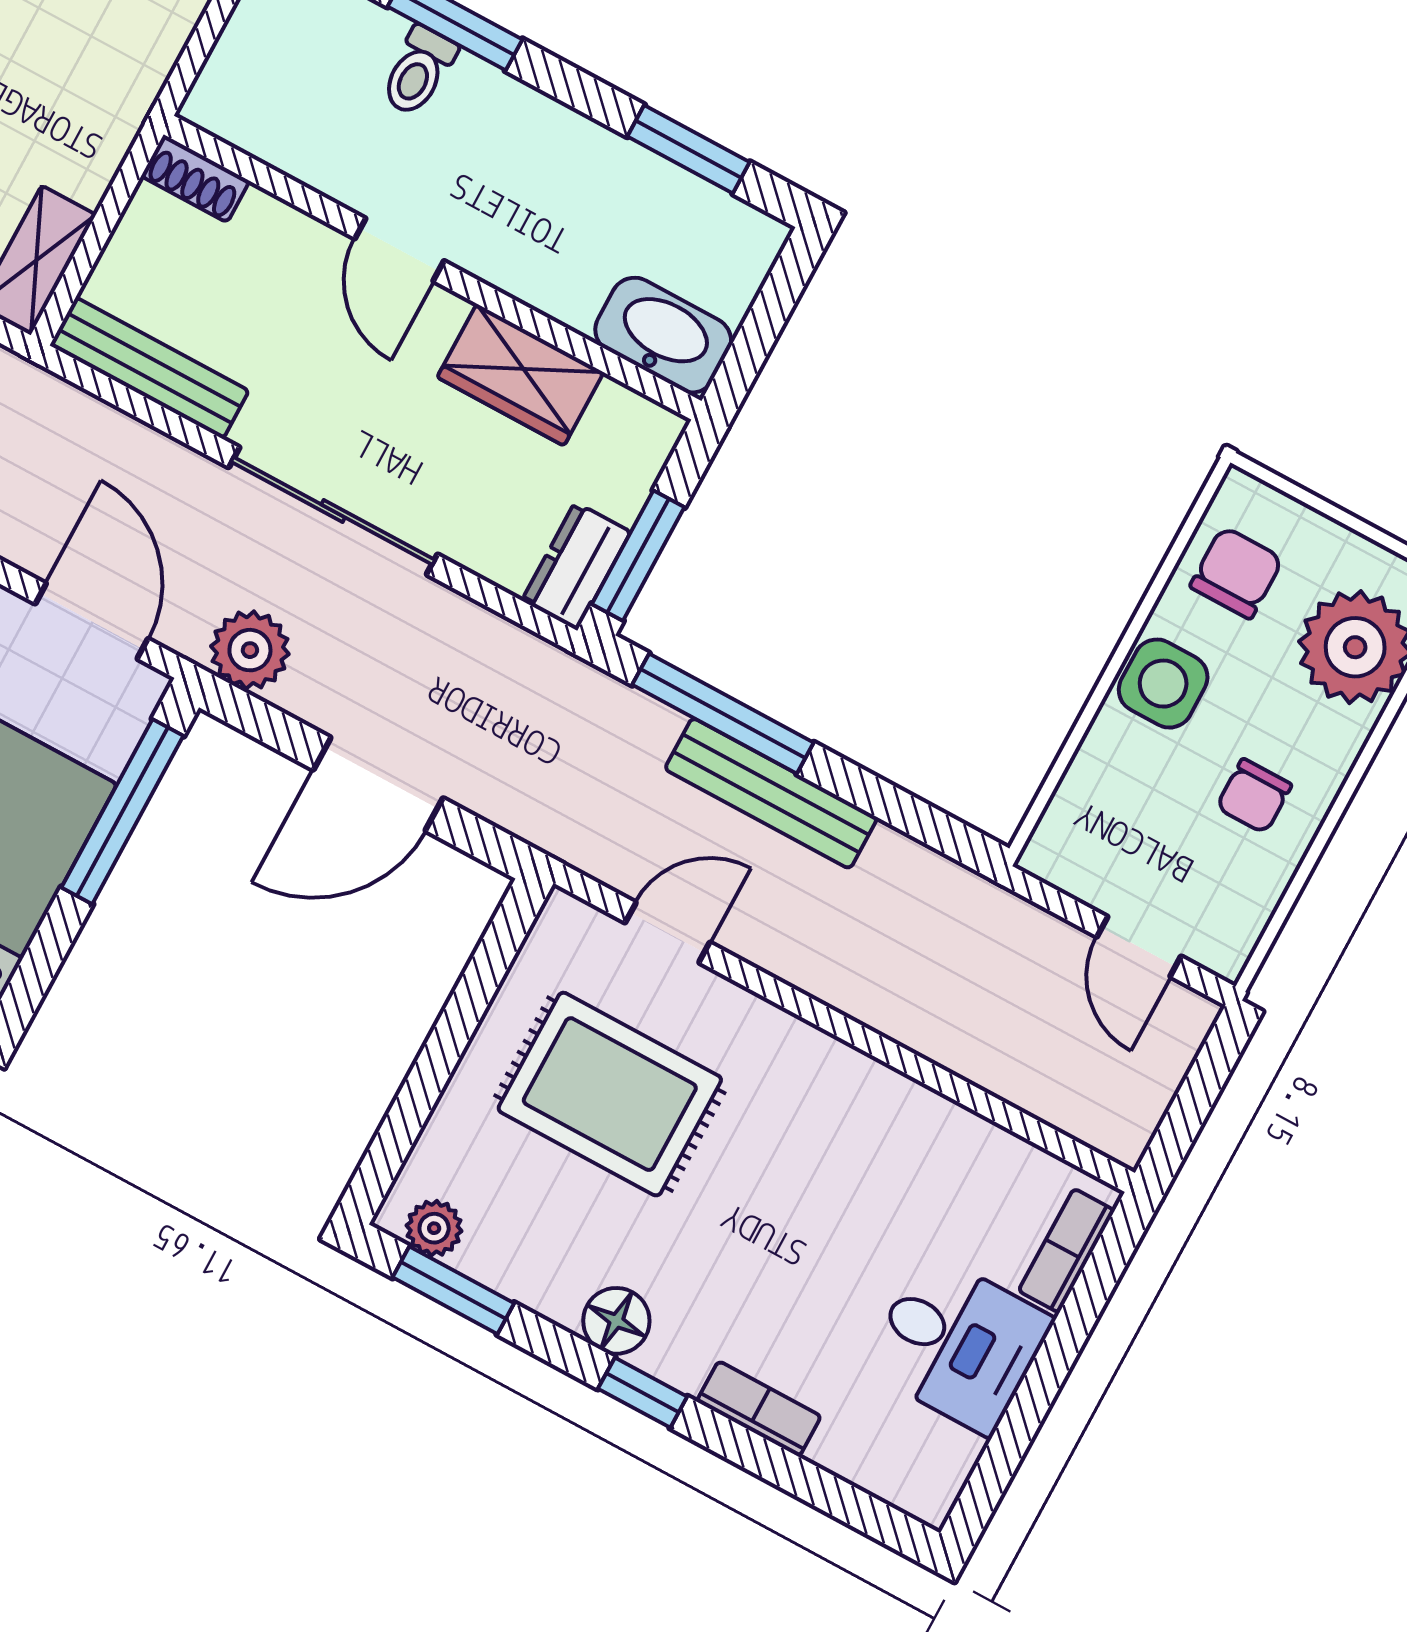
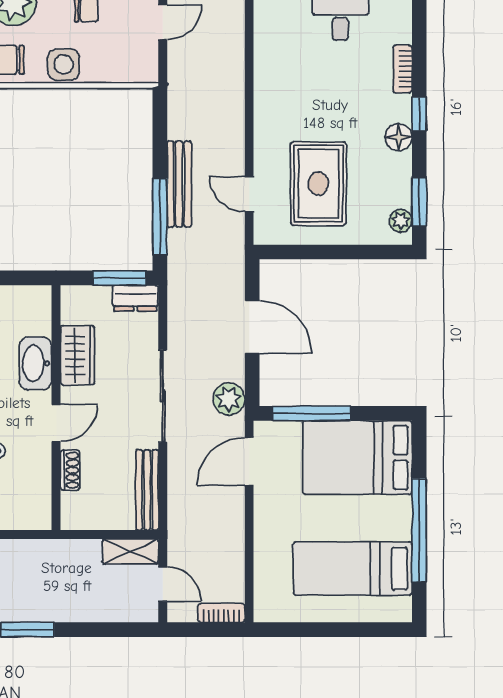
shoe rack: (195, 178) -> (70, 470), moved
washbasin: (663, 335) -> (35, 363), moved

